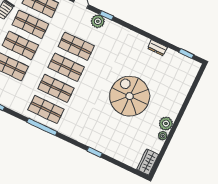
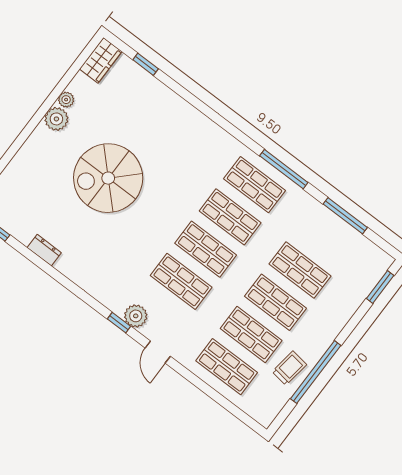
spiral stairs: (130, 96) -> (108, 178), turned 90
window: (42, 127) -> (284, 169), moved
window: (95, 152) -> (146, 64), moved

